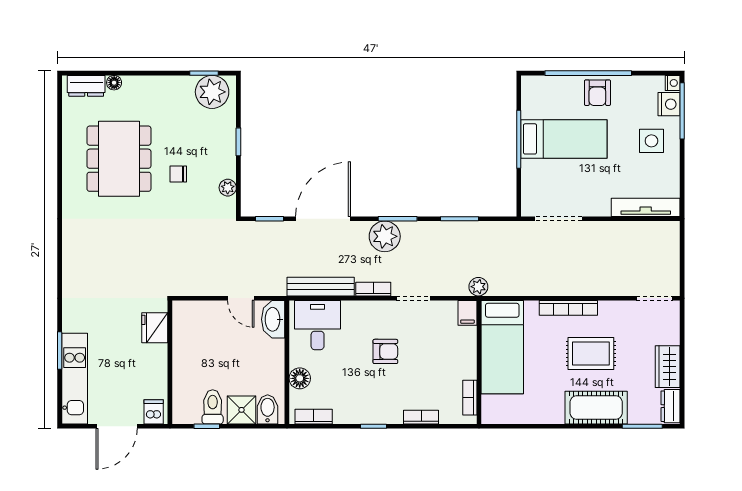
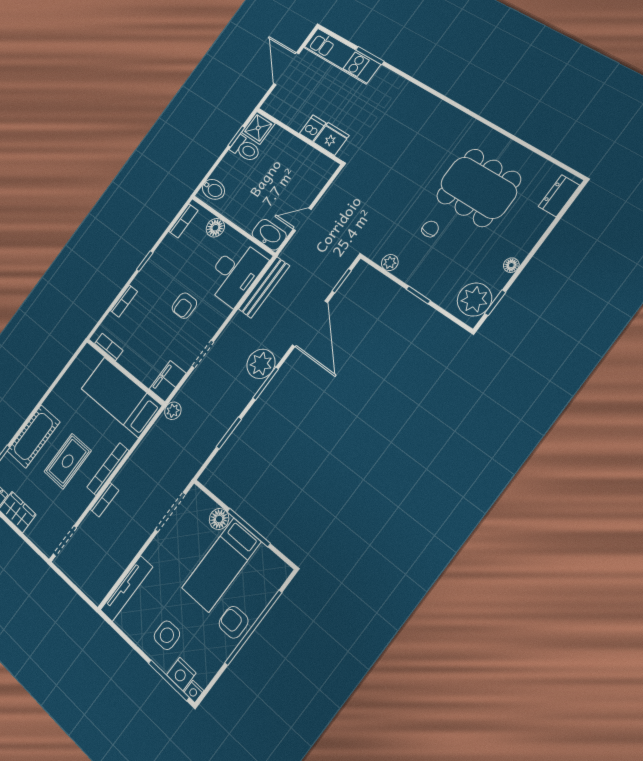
floor lamp: (114, 83) -> (511, 265), moved
floor lamp: (531, 171) -> (219, 519), added
bookcase: (373, 289) -> (105, 500), moved
filing cabinet: (467, 313) -> (168, 381), width x2.00
desk: (318, 325) -> (235, 273), width x1.37
shower: (241, 410) -> (258, 128), moved
dishwasher: (154, 412) -> (313, 128), moved, turned -90

